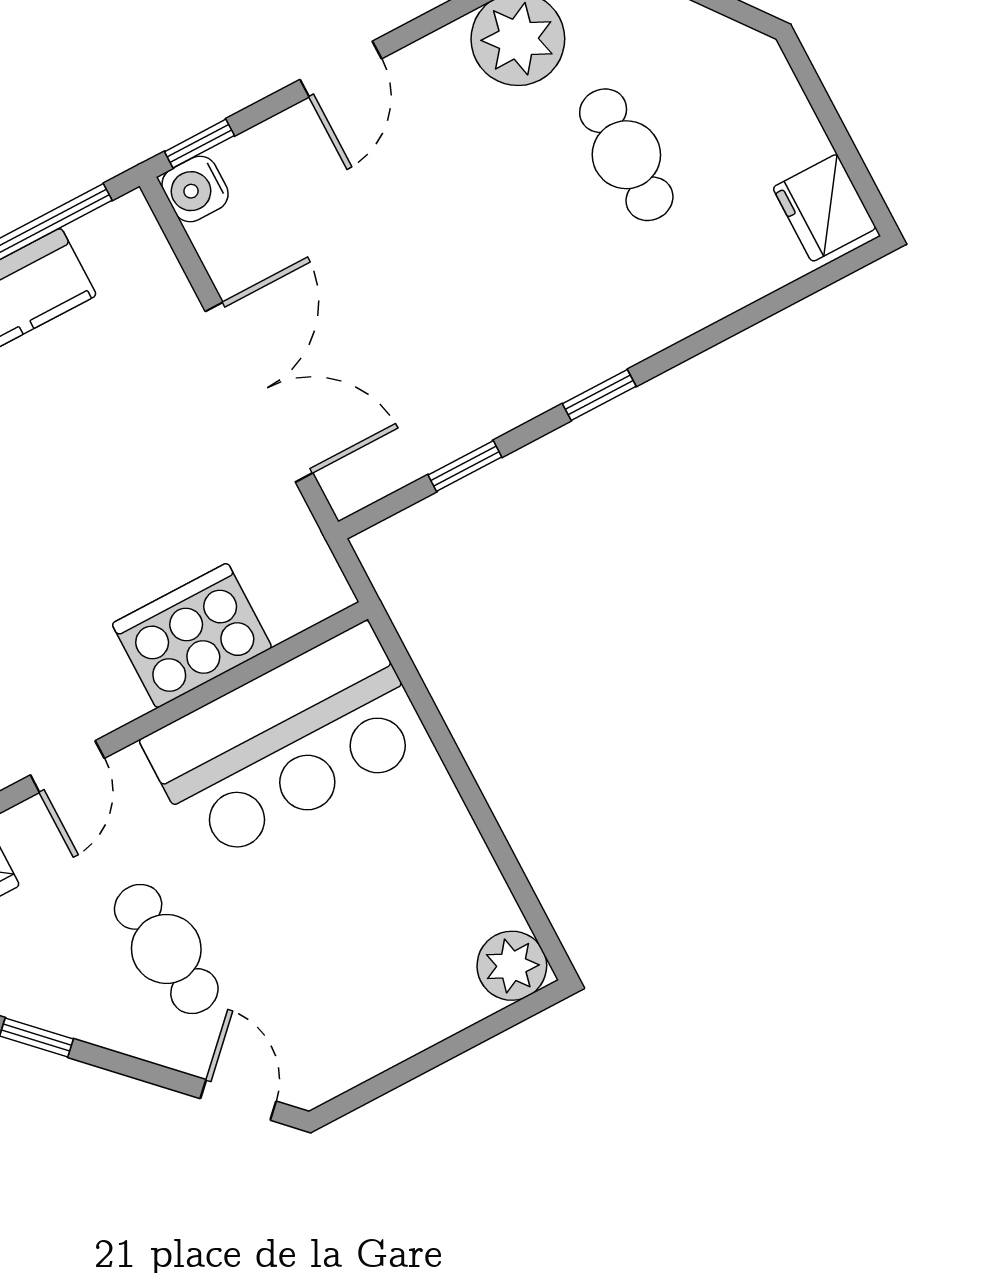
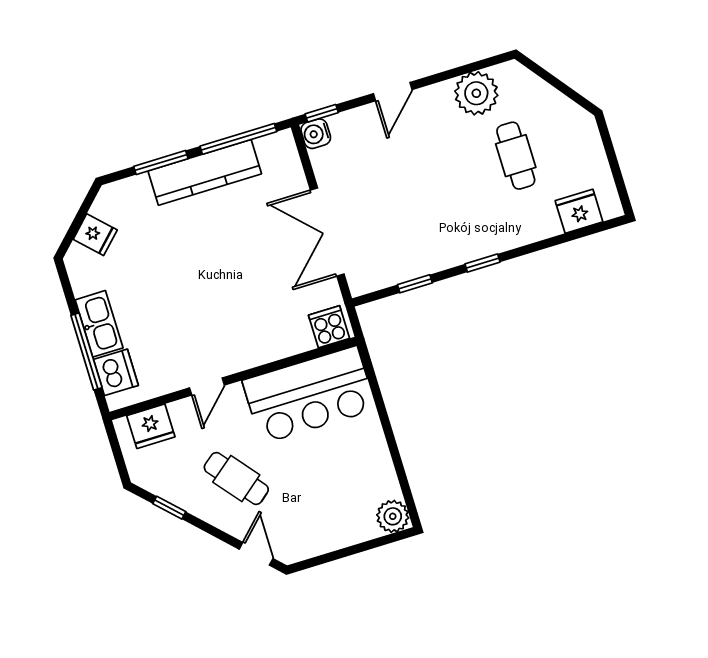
fridge: (824, 208) -> (579, 211), moved, turned 90
double door: (259, 392) -> (327, 232), swing flipped
cooker: (192, 636) -> (329, 327), moved, width x0.53, depth x0.76
cafe table: (166, 949) -> (236, 478), turned -33

